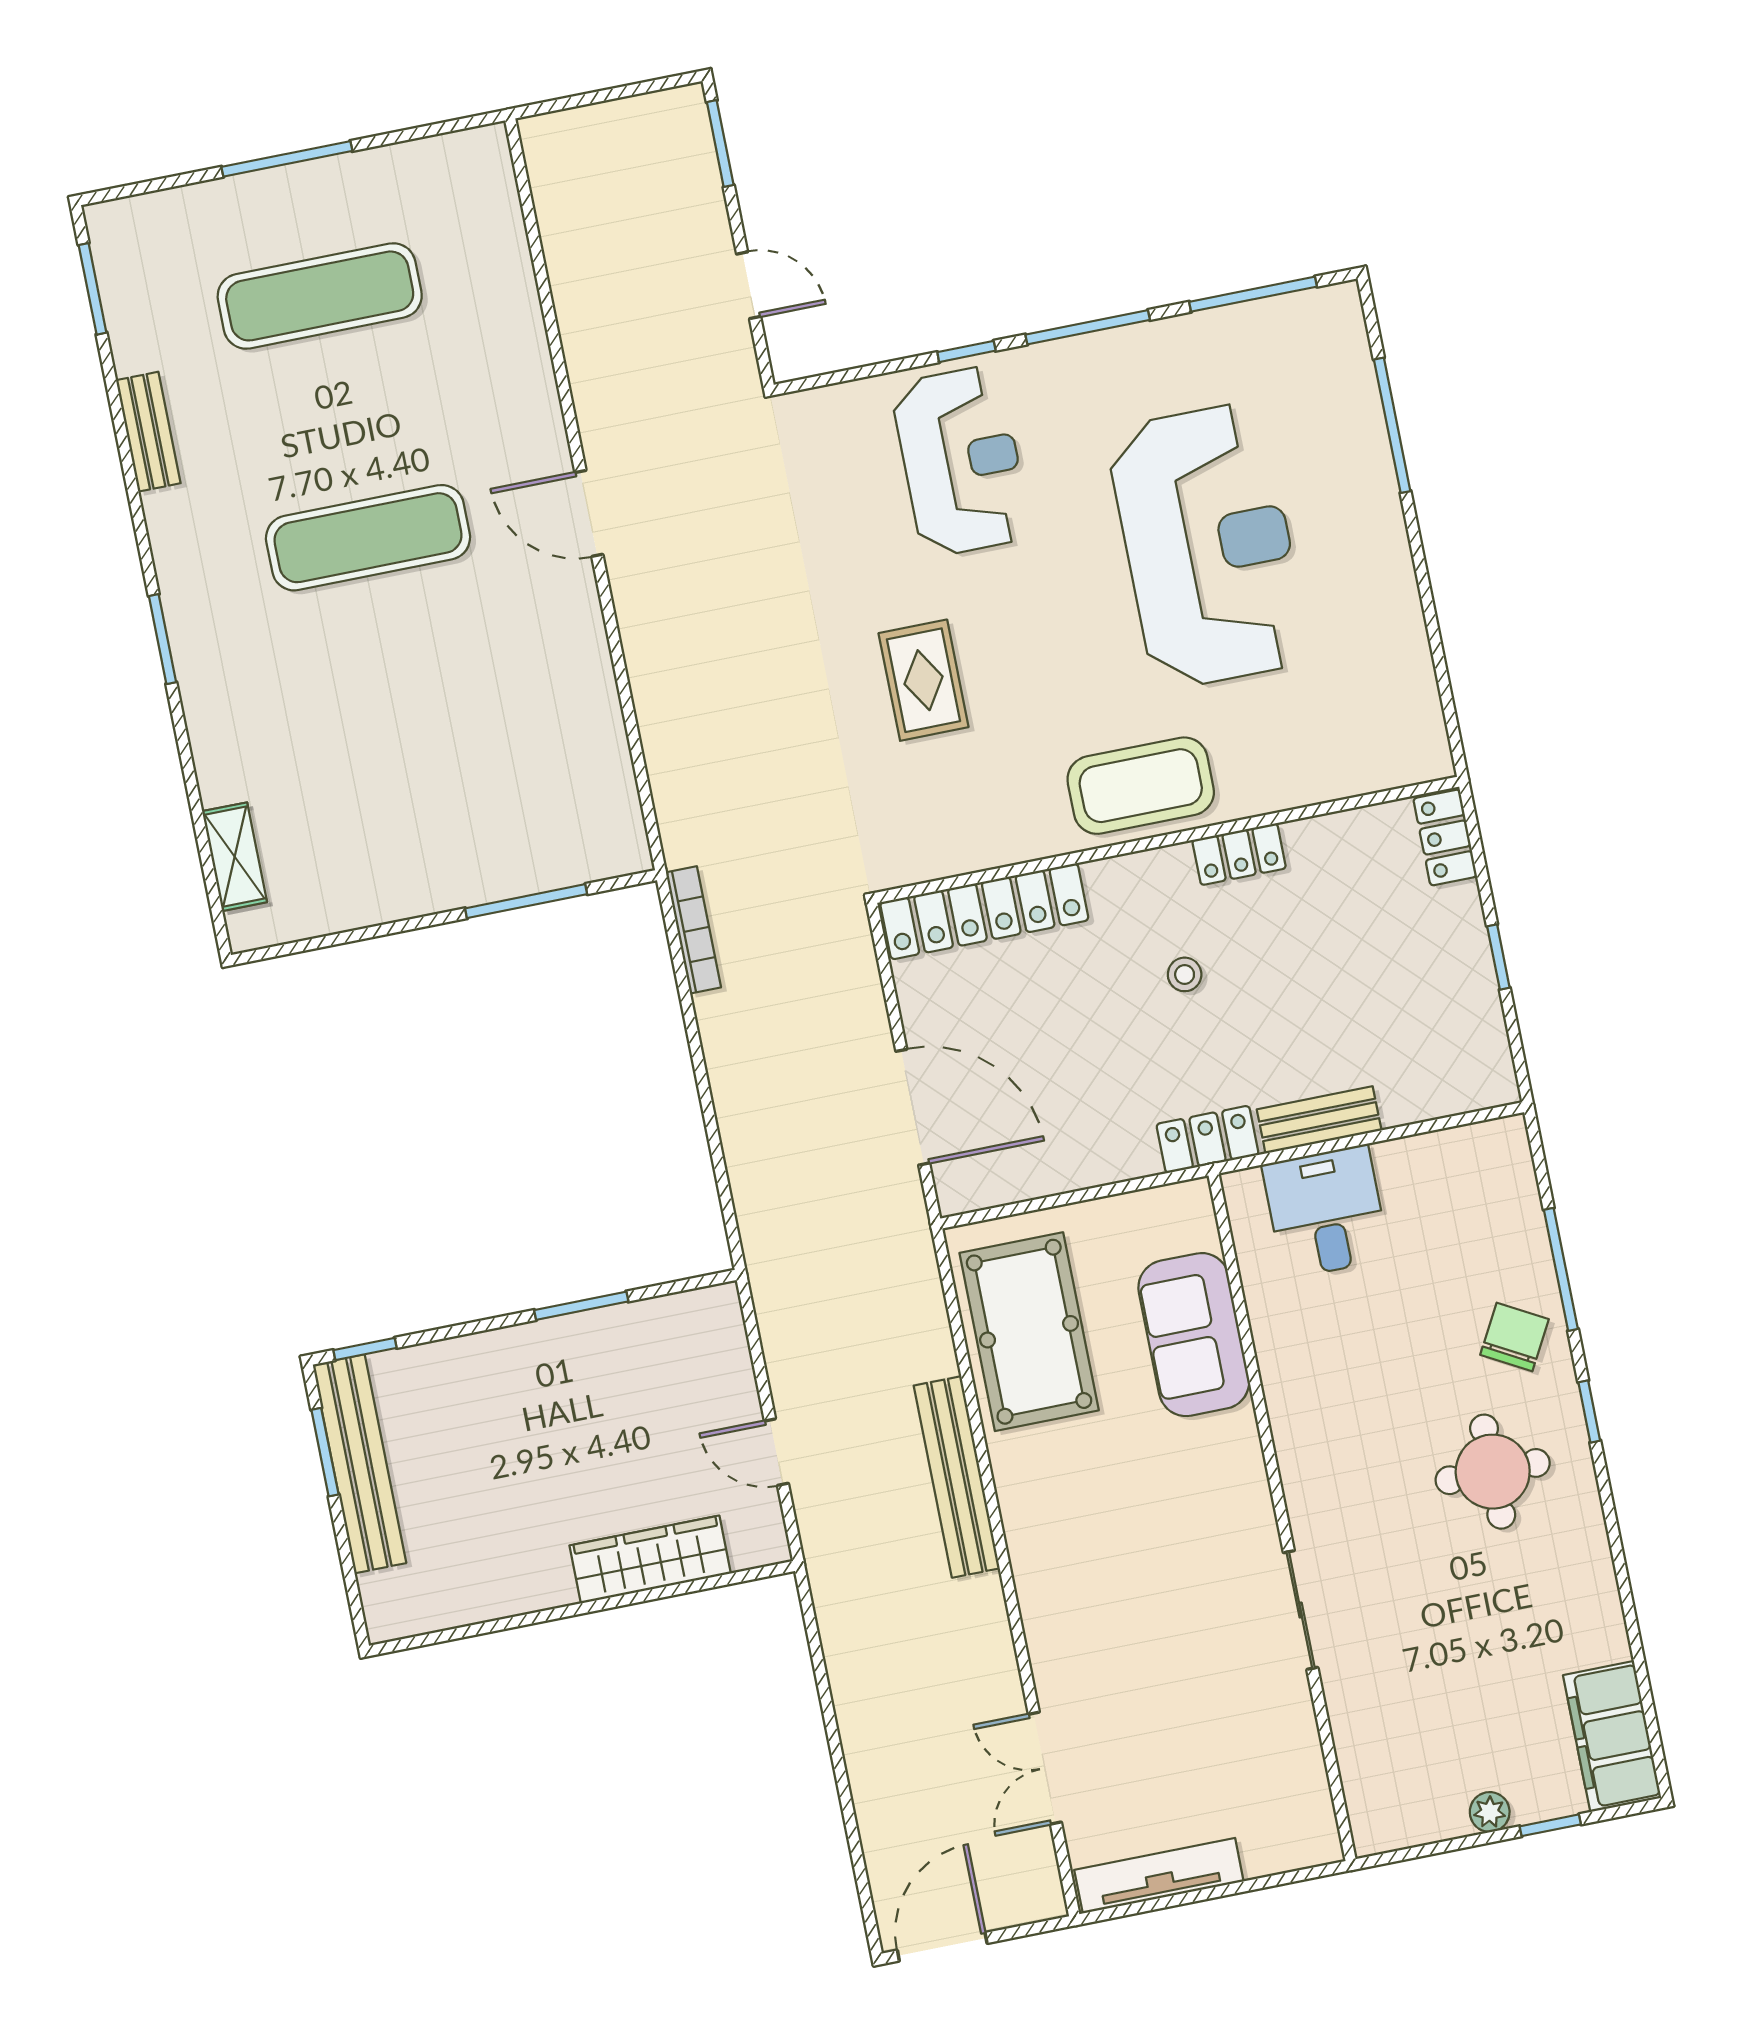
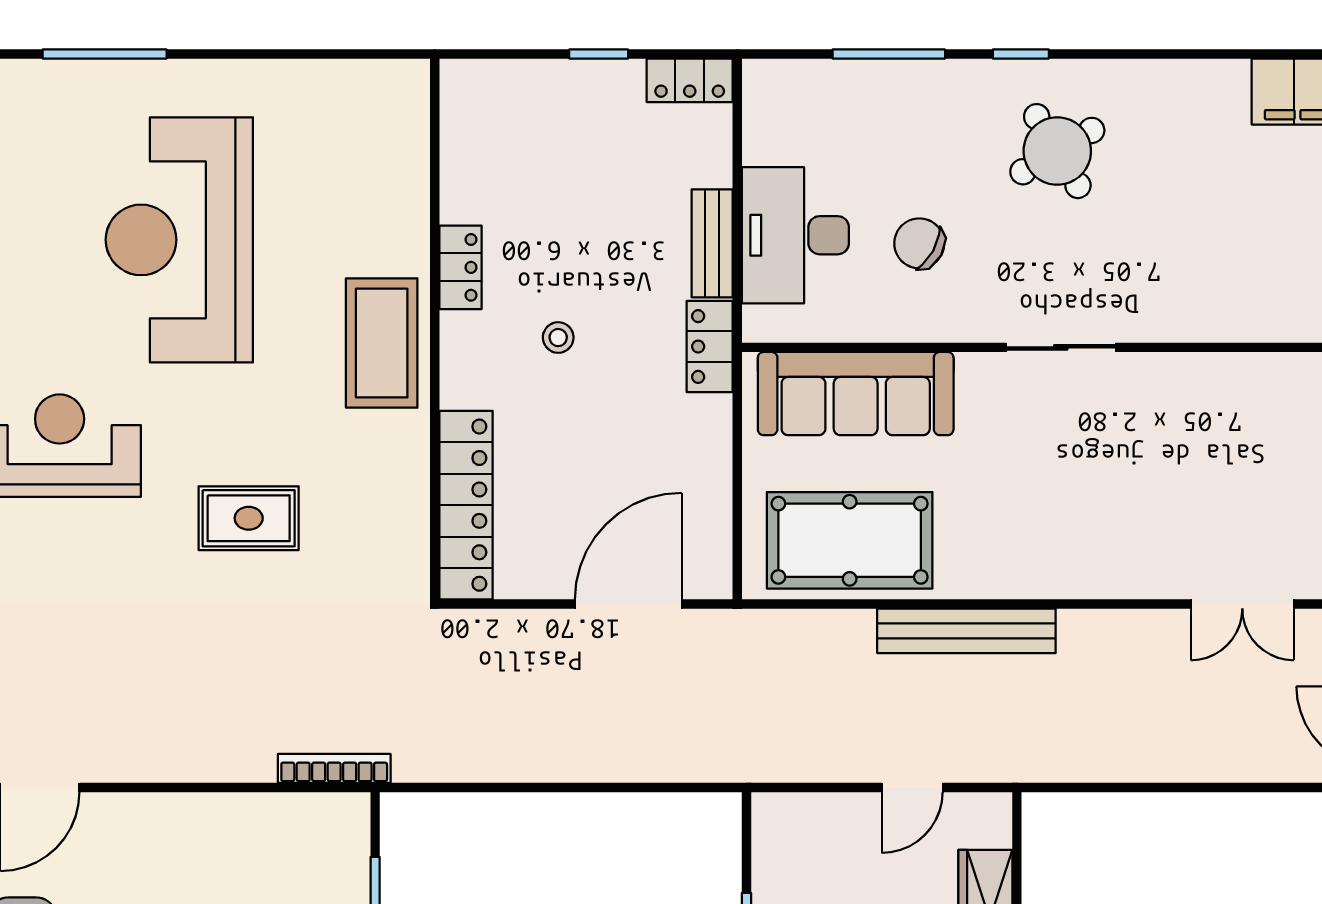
reception desk: (1208, 546) -> (179, 240), turned -90
locker: (1445, 837) -> (690, 80), moved
bookcase: (693, 930) -> (334, 768), moved
desk: (1326, 1212) -> (795, 235), width x1.37
sofa: (1194, 1335) -> (856, 394), width x1.36
chair: (1515, 1337) -> (919, 243), moved
round table: (1493, 1472) -> (1057, 151), turned -31
sliding door: (1301, 1610) -> (1061, 347), moved

